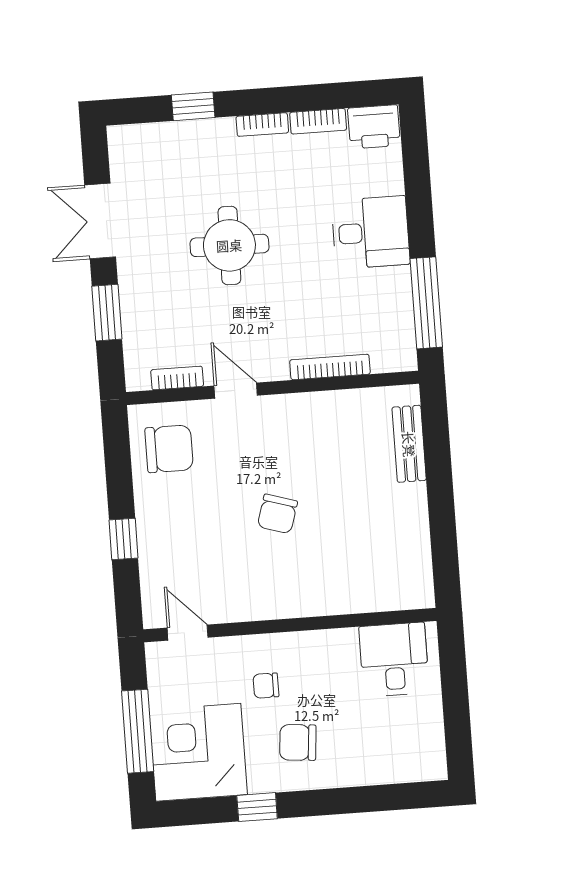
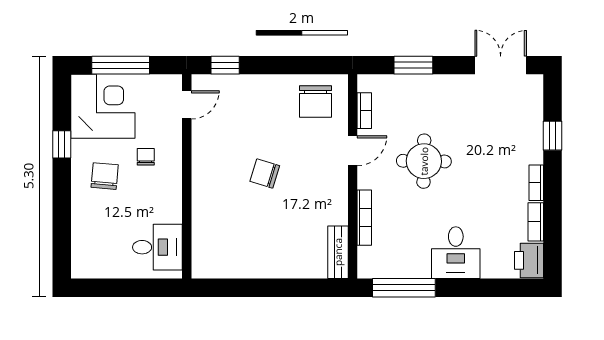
double door: (100, 221) -> (501, 65), moved
round table: (229, 245) -> (424, 161), moved
bench: (409, 444) -> (338, 252), moved, turned 90
window: (124, 539) -> (225, 65), moved

